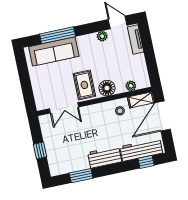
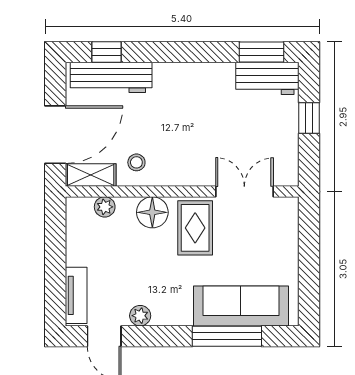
workbench: (105, 157) -> (267, 78), moved
window: (81, 176) -> (262, 52), moved

